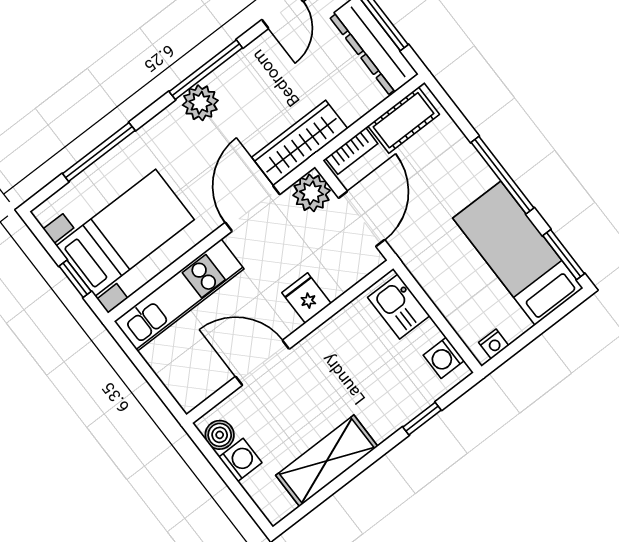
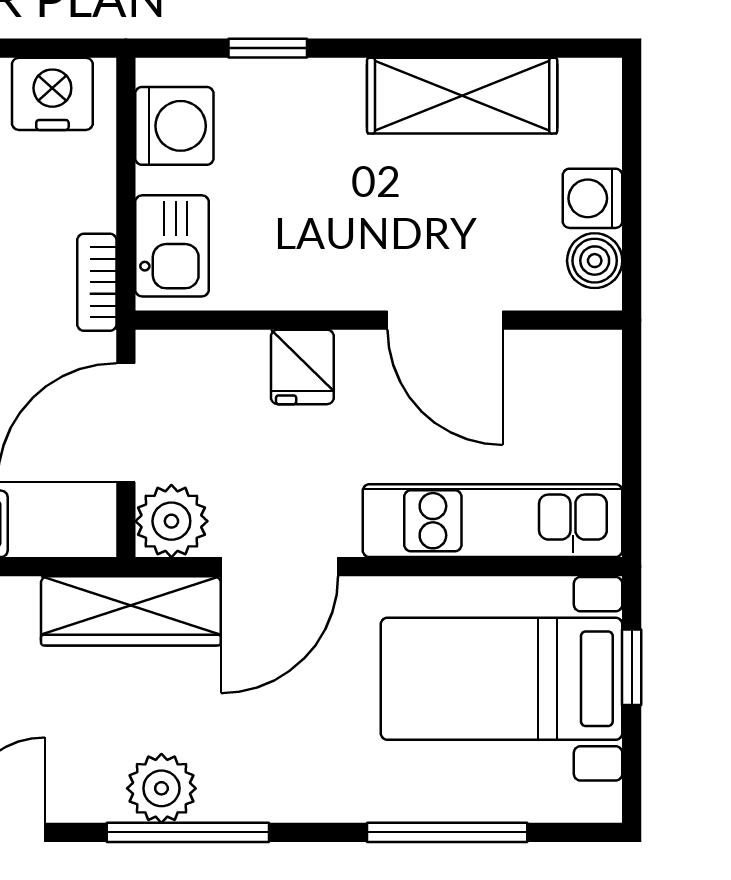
plant: (200, 103) -> (161, 788), moved
bookcase: (352, 151) -> (97, 282), moved, turned -90
nightstand: (494, 344) -> (52, 94), width x1.89, depth x1.79
washing machine: (444, 358) -> (174, 126), width x1.38, depth x1.38

